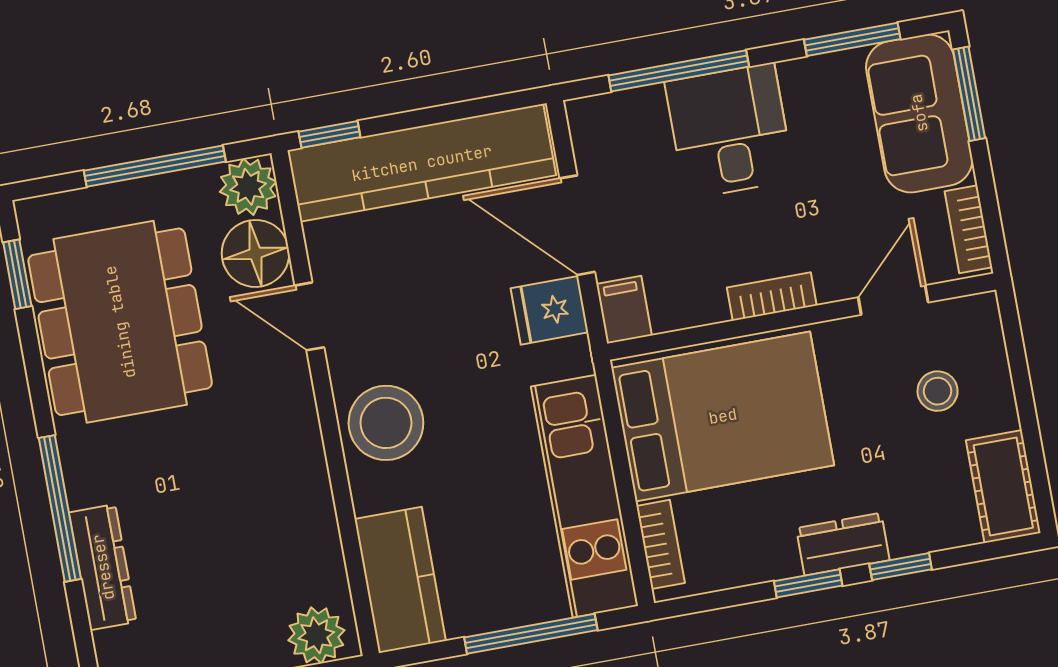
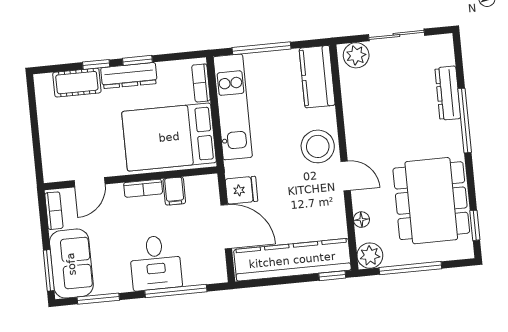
floor lamp: (255, 253) -> (361, 220), width x0.53, depth x0.53
filing cabinet: (624, 310) -> (174, 191), moved
door: (309, 316) -> (346, 176), moved
stool: (938, 391) -> (73, 140), removed
cot: (1003, 487) -> (77, 83), moved, turned 90
dresser: (843, 544) -> (129, 76), width x1.44

